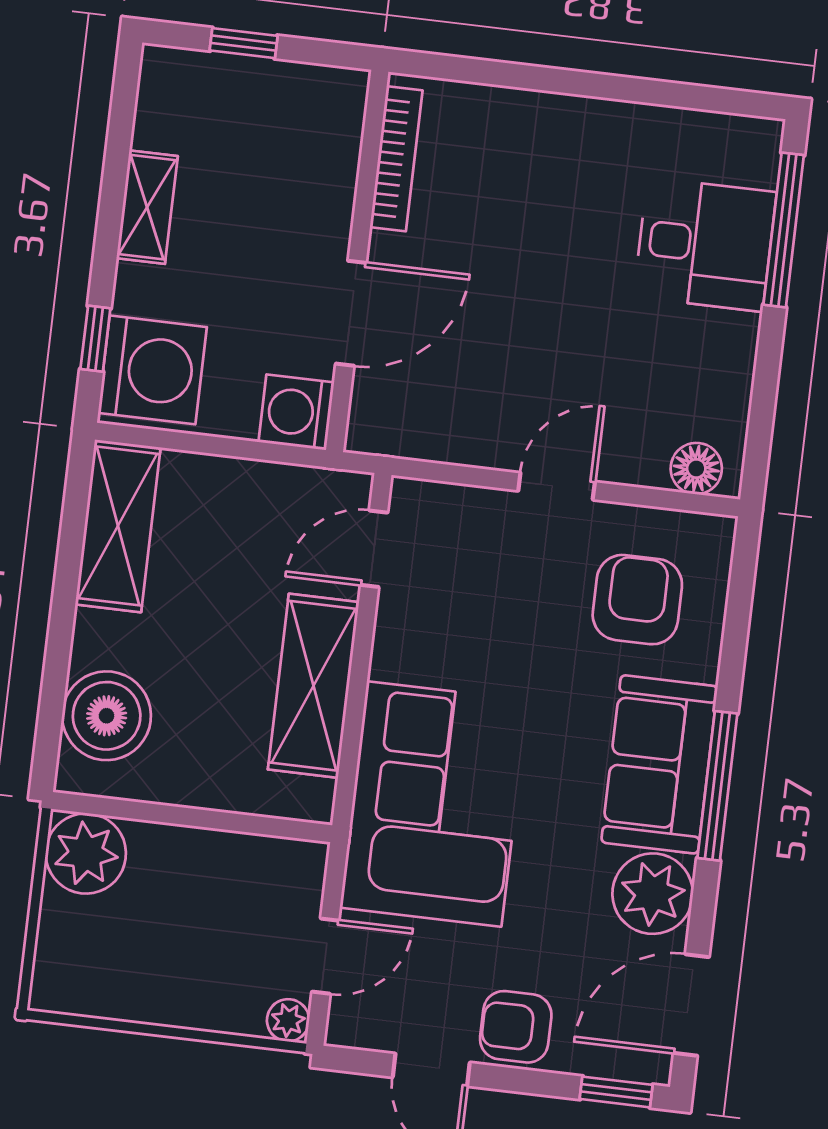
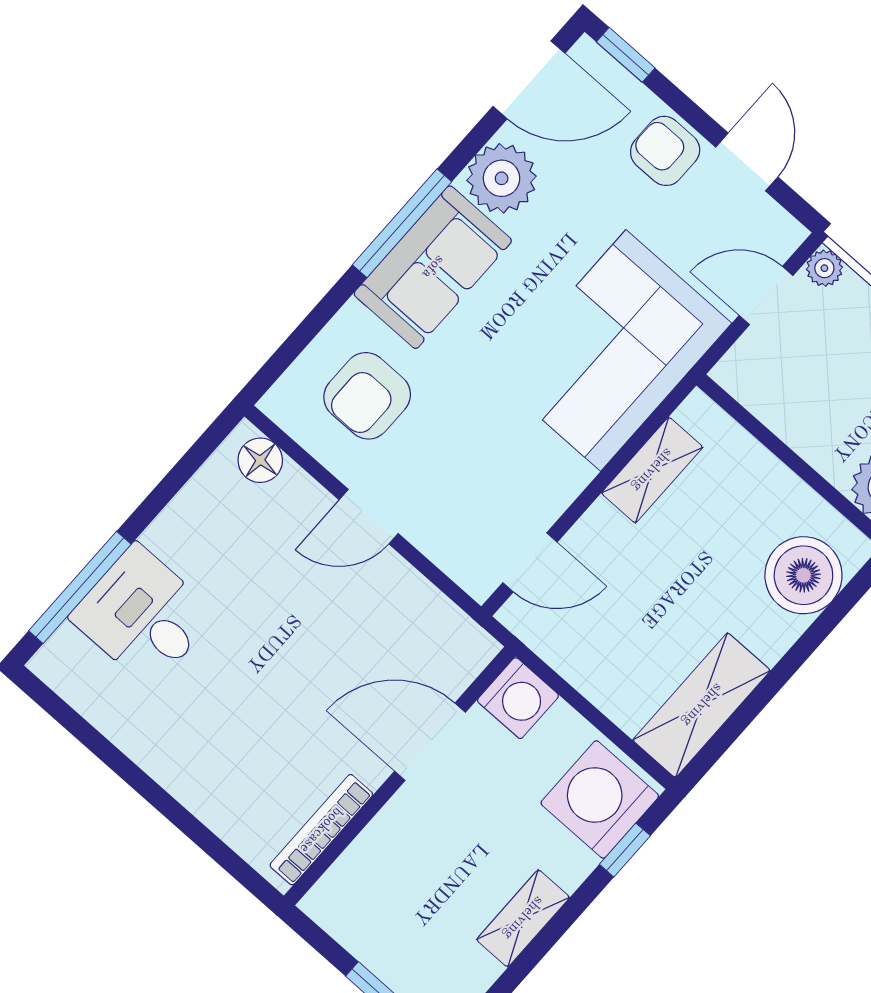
shelving: (313, 686) -> (652, 470), width x0.67, depth x0.75
armchair: (516, 1027) -> (665, 151), turned 180

